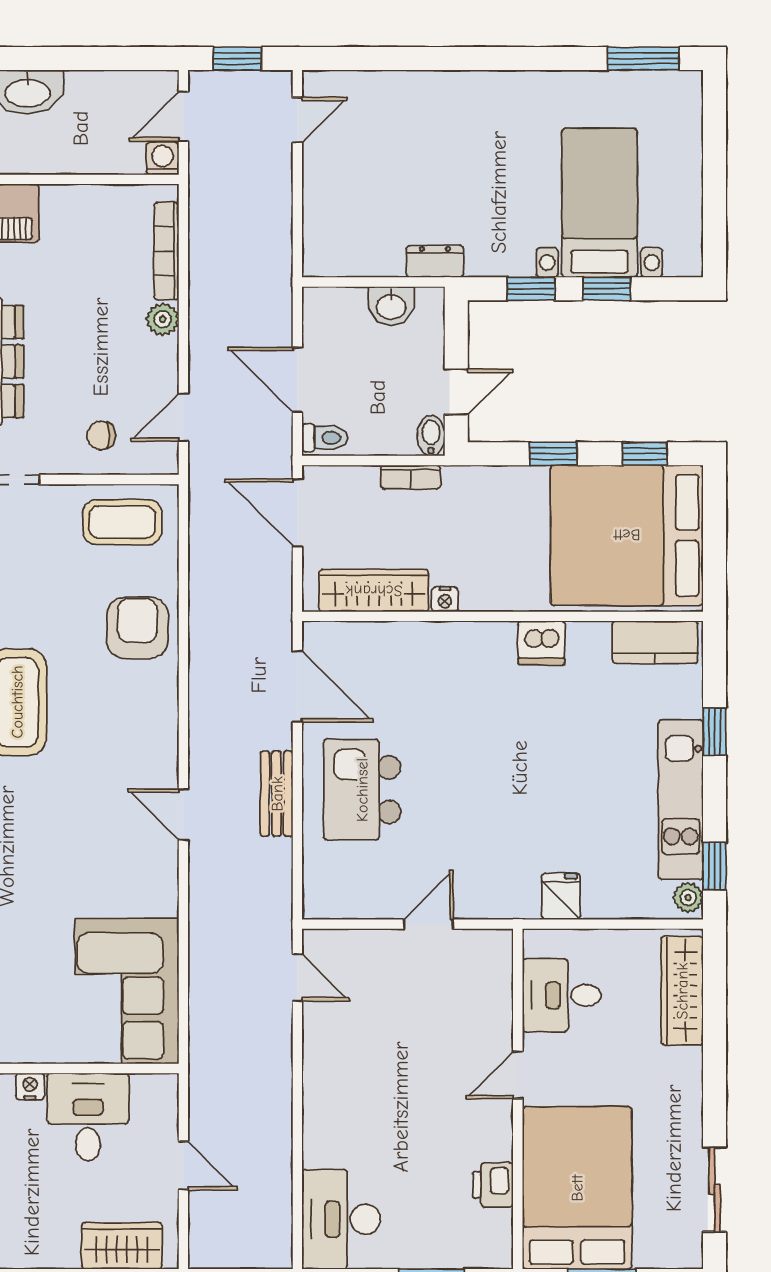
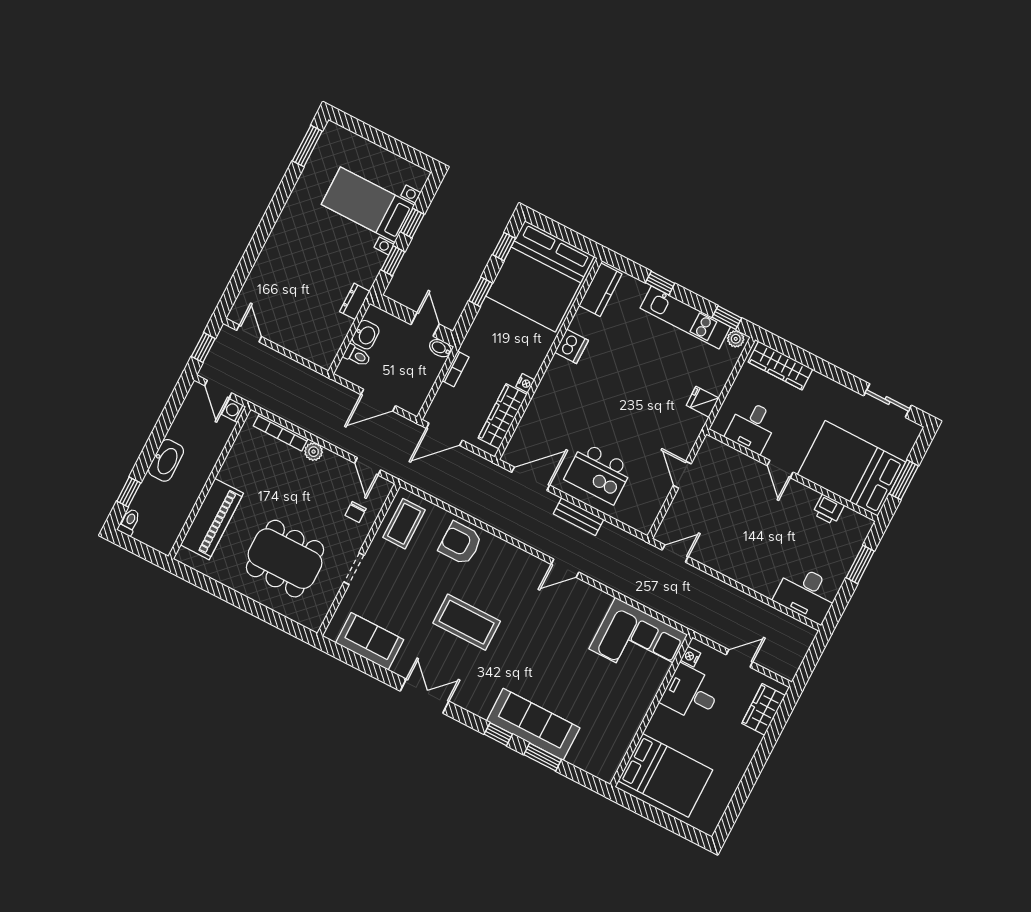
toilet: (325, 438) -> (357, 355), moved, turned 90
nightstand: (30, 1086) -> (690, 657), moved

